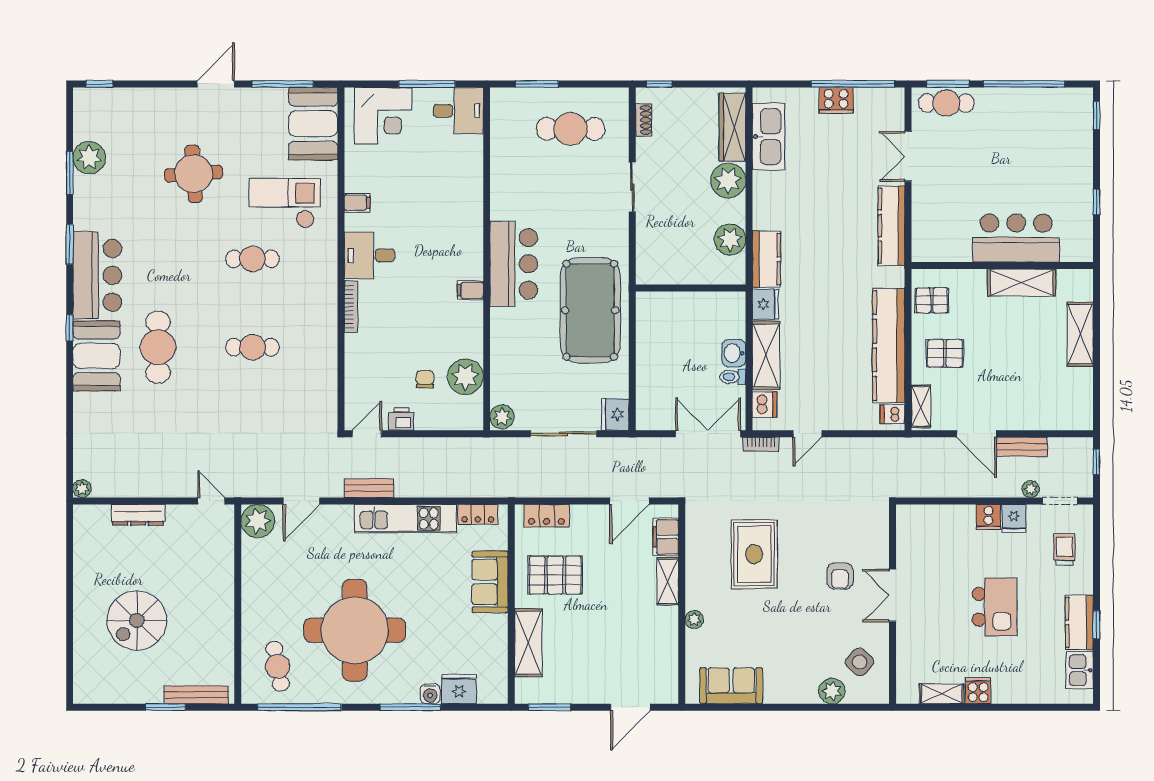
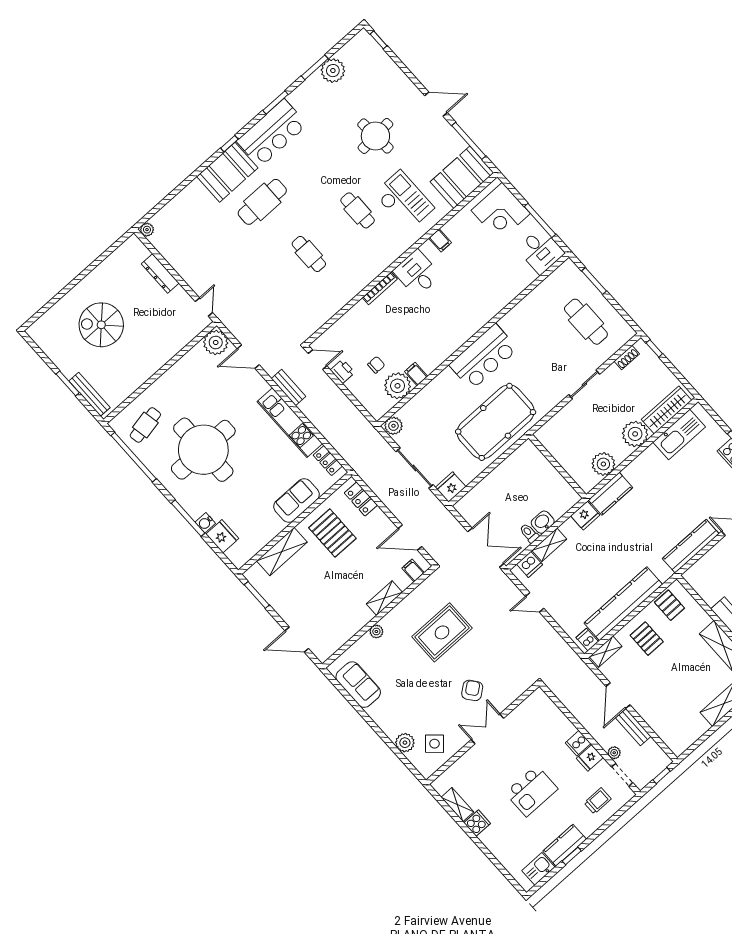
filing cabinet: (470, 290) -> (416, 374), moved
shelving: (766, 355) -> (549, 545), width x0.67, depth x0.75
bookcase: (761, 444) -> (506, 582), removed
filing cabinet: (666, 537) -> (413, 570), width x0.50
armchair: (840, 576) -> (472, 690), turned 142

